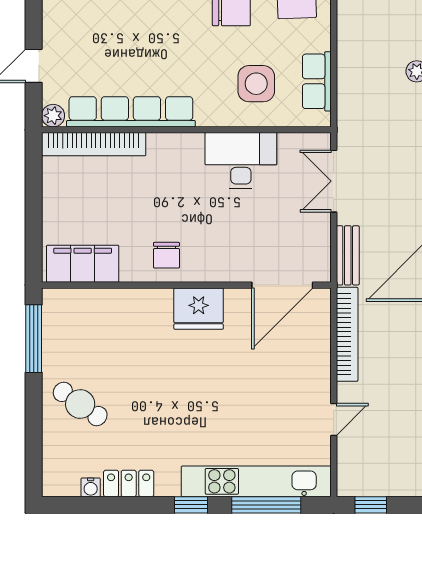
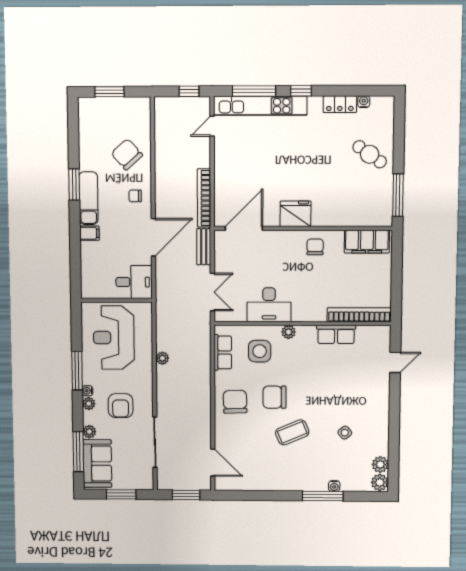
row of seats: (131, 112) -> (336, 334), width x0.50
plant: (53, 116) -> (289, 332), moved
door: (334, 420) -> (212, 126), moved

